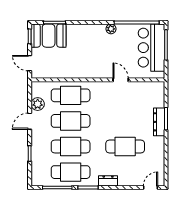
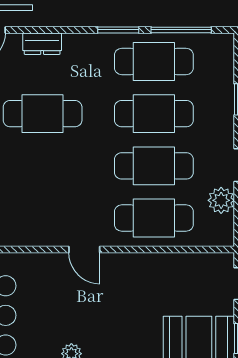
door: (121, 80) -> (84, 250), moved
dresser: (108, 181) -> (42, 44), moved

